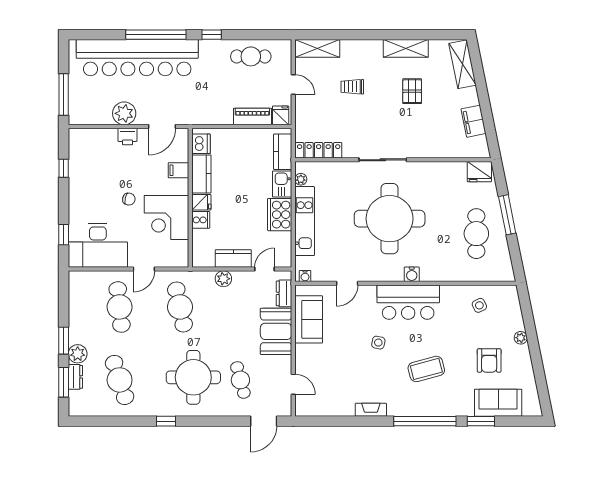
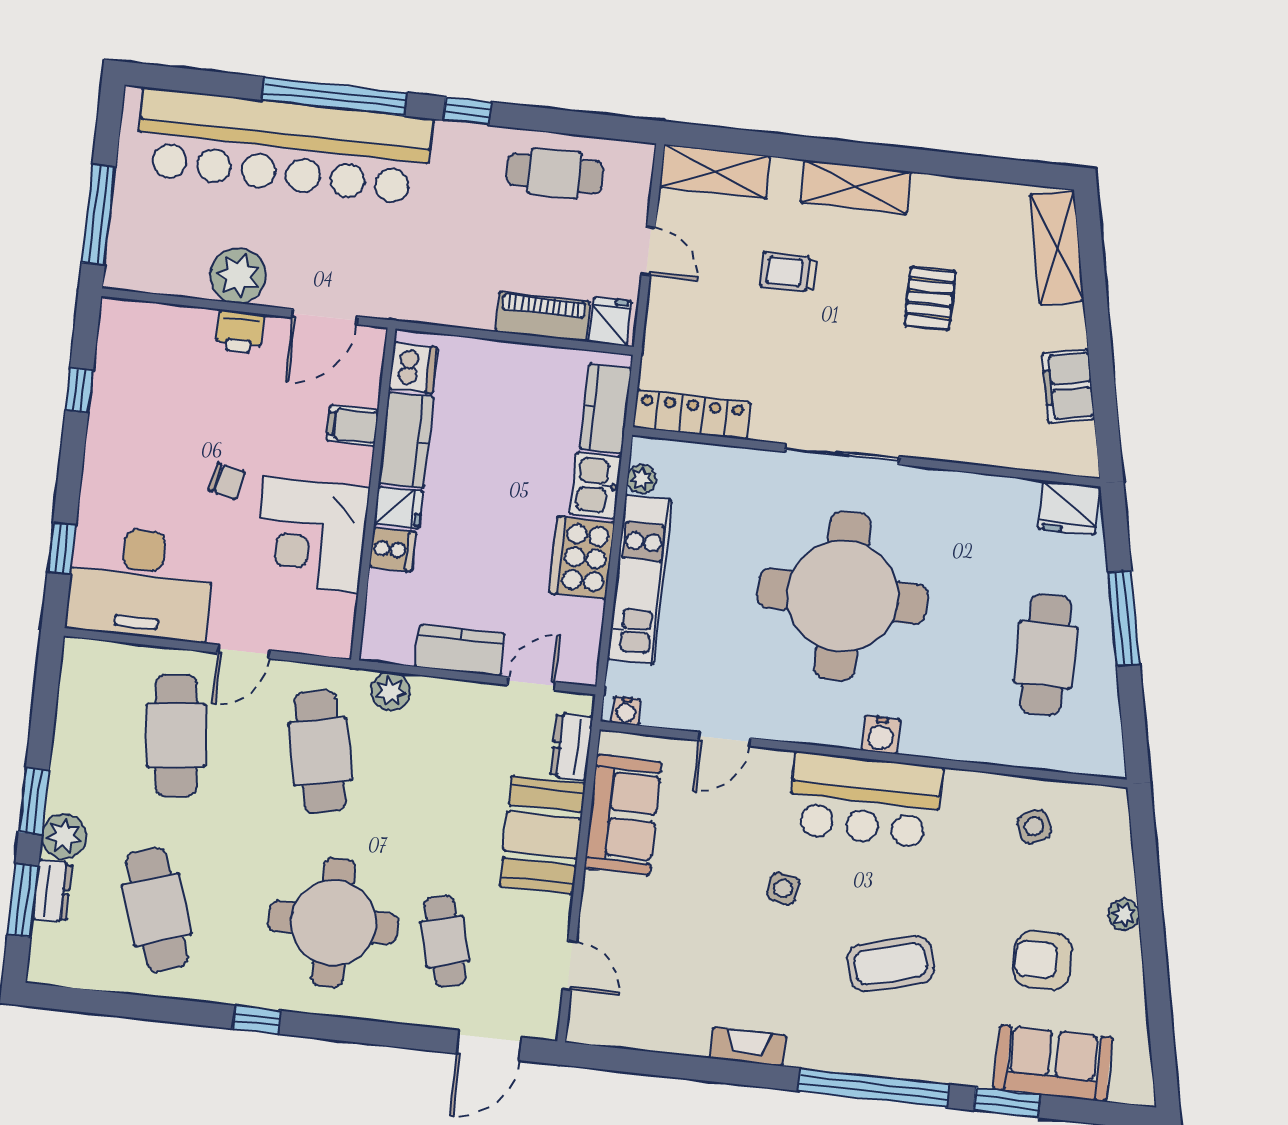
shelving: (406, 48) -> (856, 187), moved
plant: (223, 279) -> (391, 691), moved
armchair: (489, 360) -> (1043, 960), turned 90

